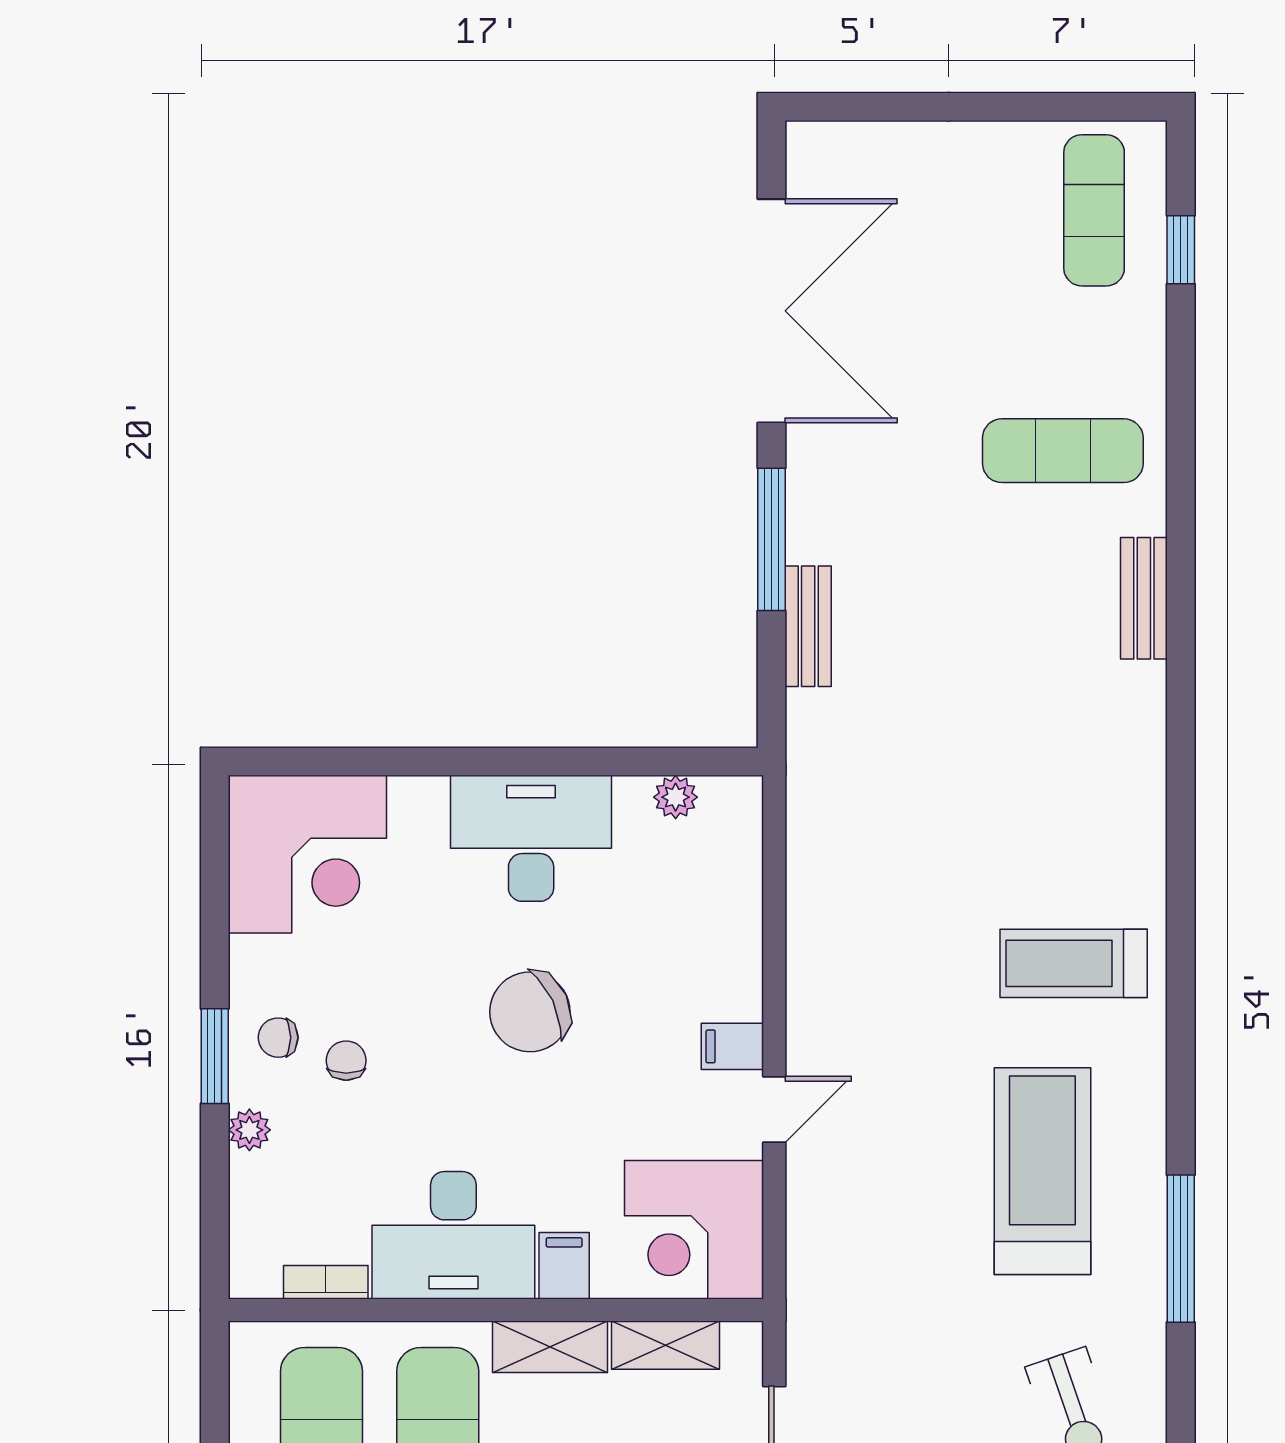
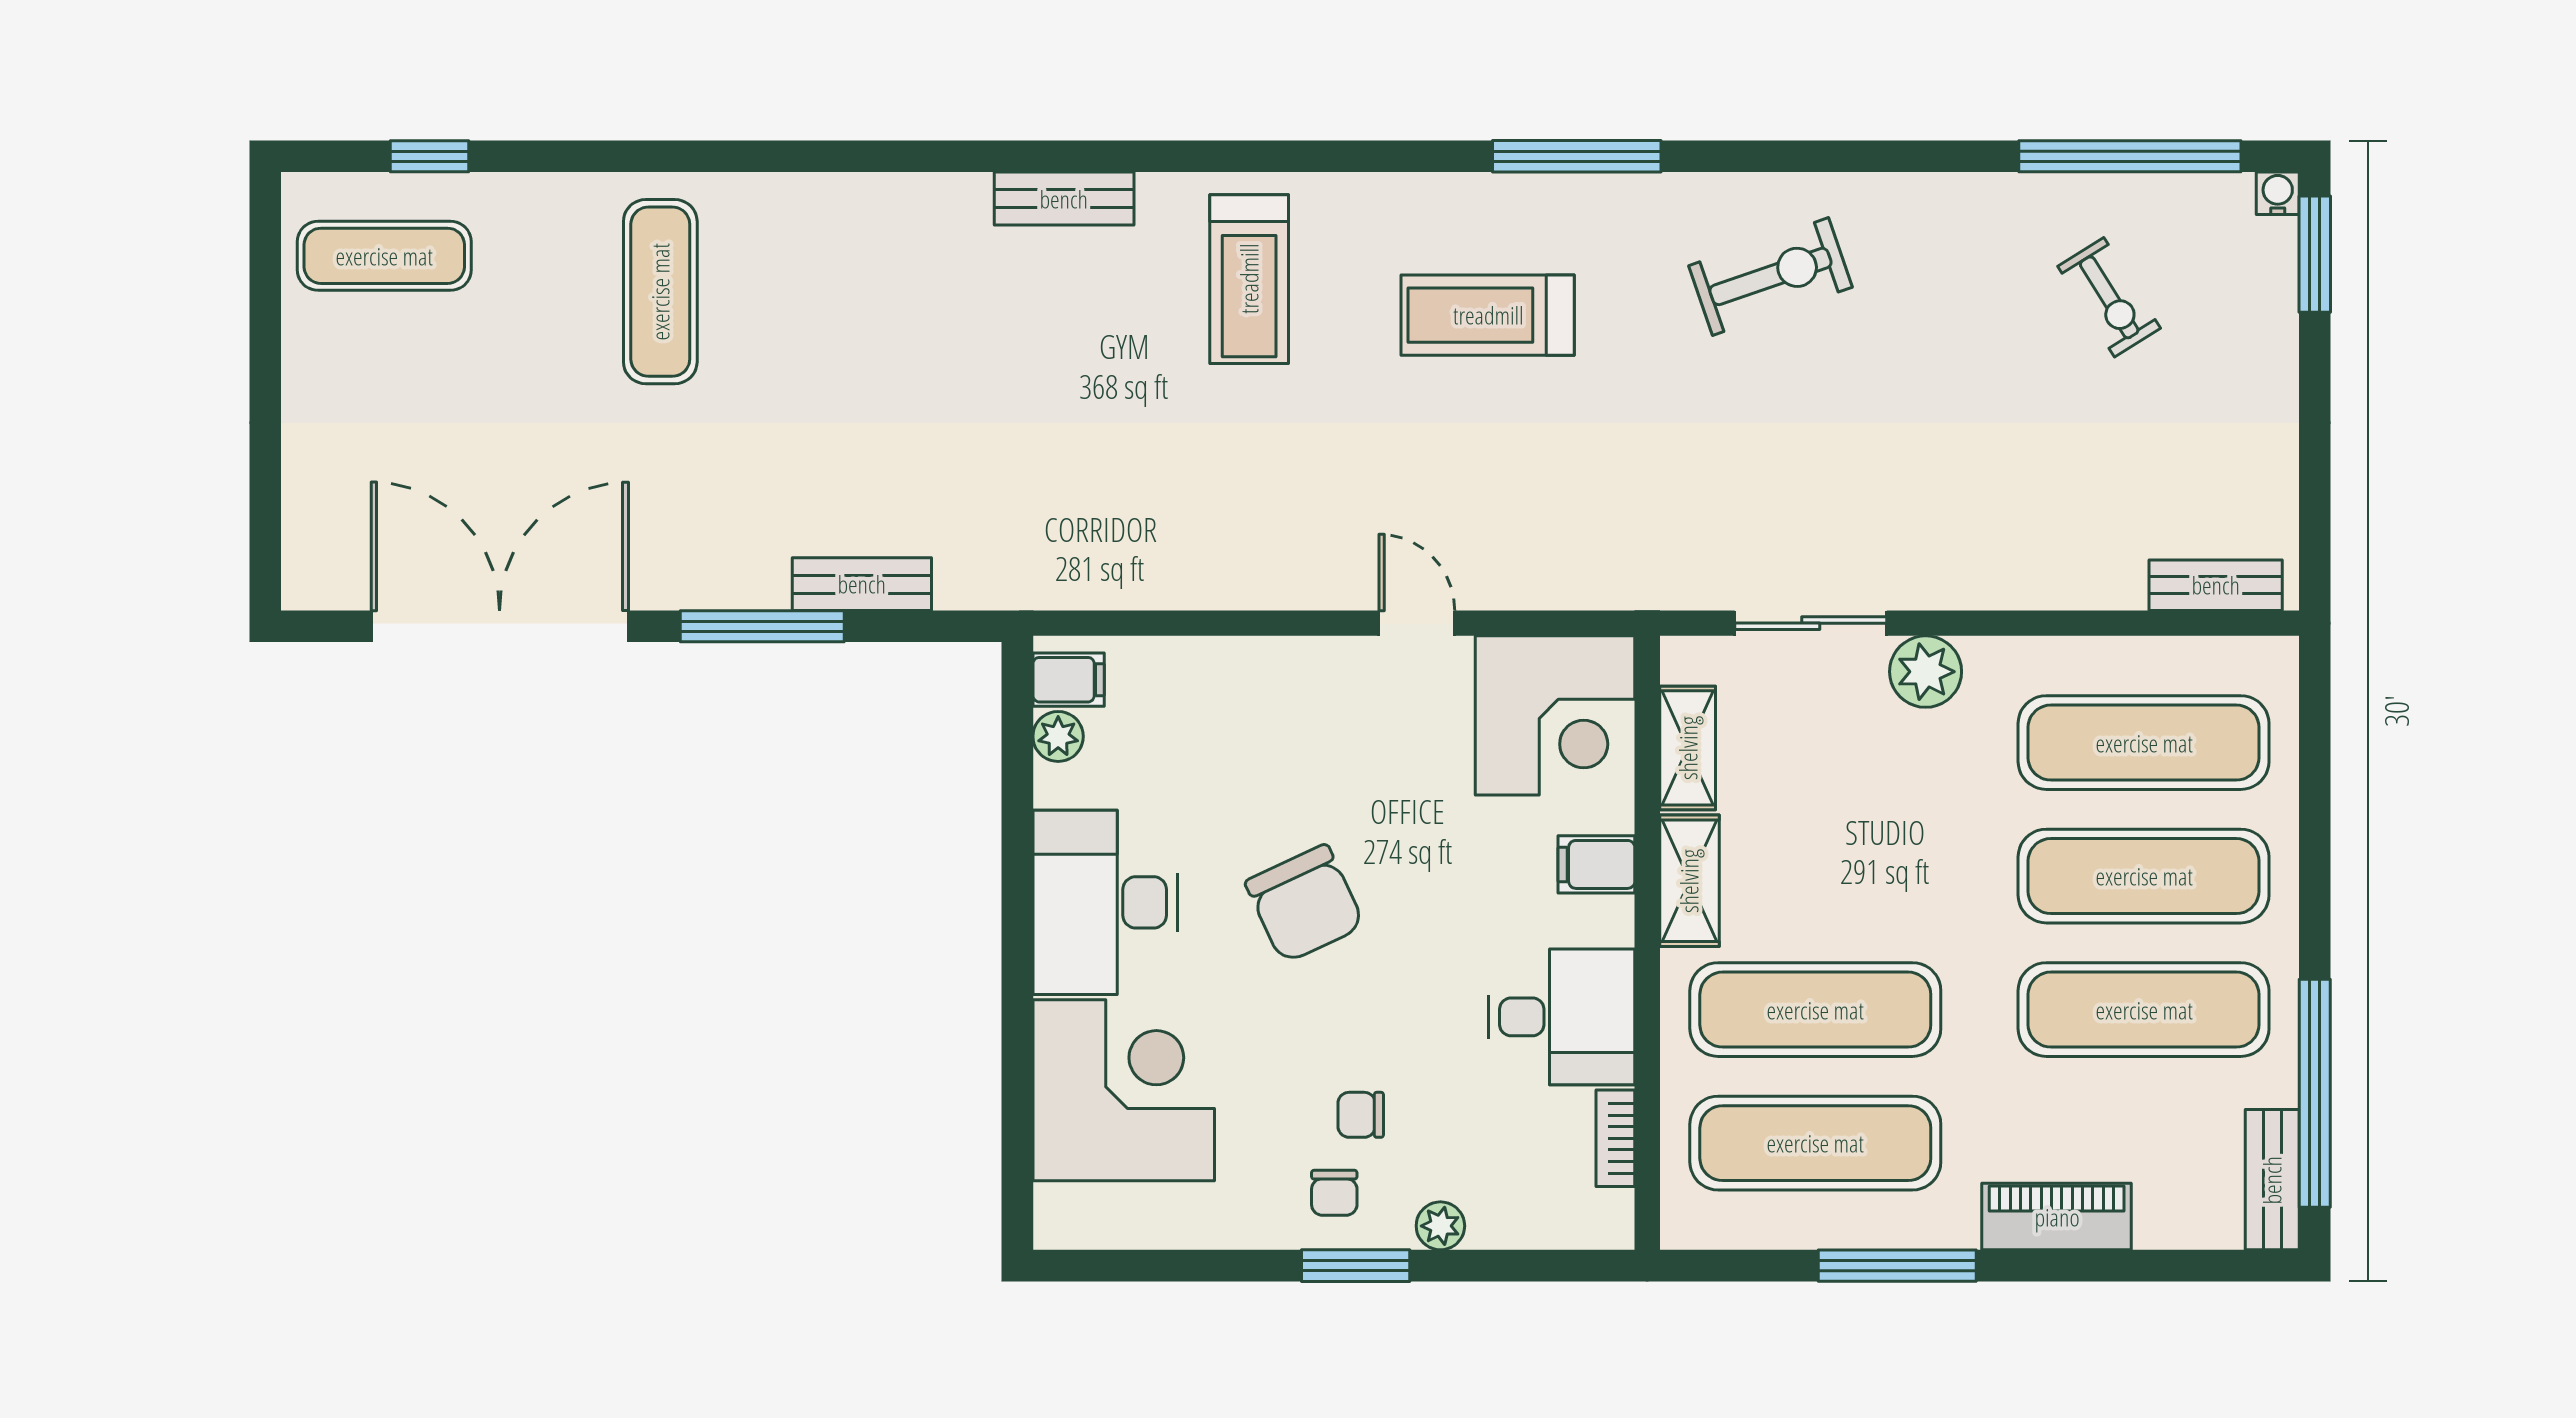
bench: (1144, 598) -> (1064, 199), moved
corner desk: (307, 854) -> (1124, 1090), moved
filing cabinet: (732, 1046) -> (1069, 680), moved, turned -90
treadmill: (1042, 1171) -> (1488, 315), width x0.73, depth x0.73
desk: (453, 1235) -> (1561, 1017), width x0.73

